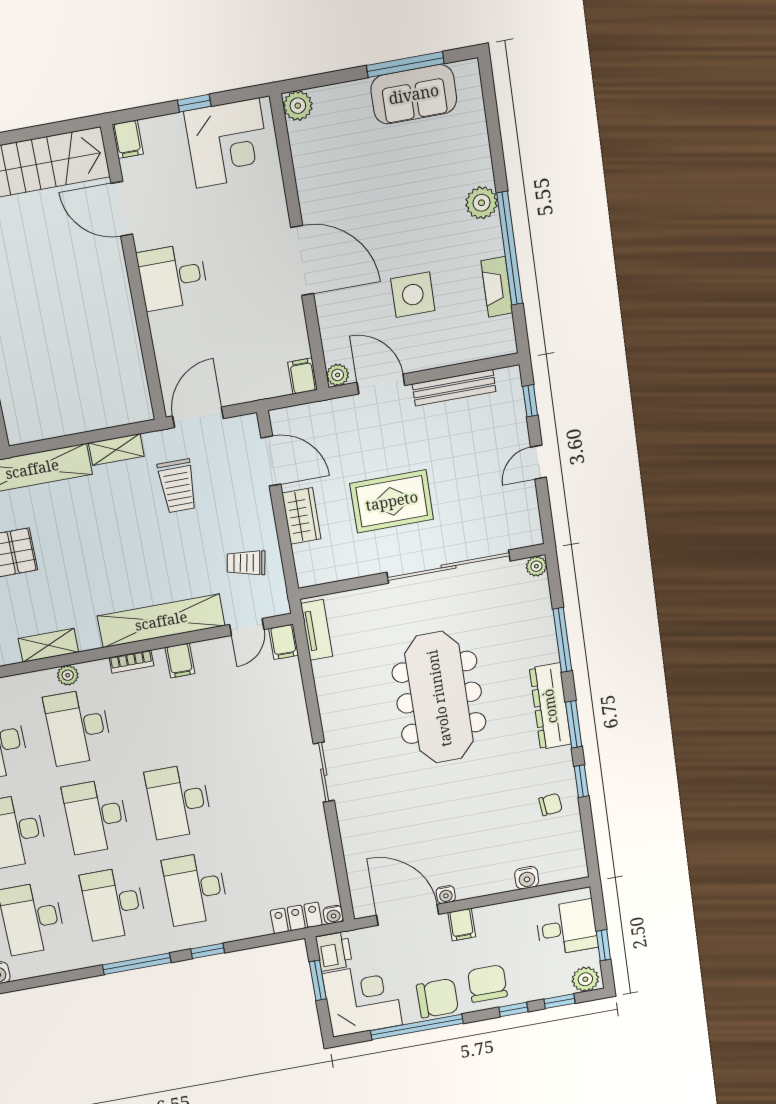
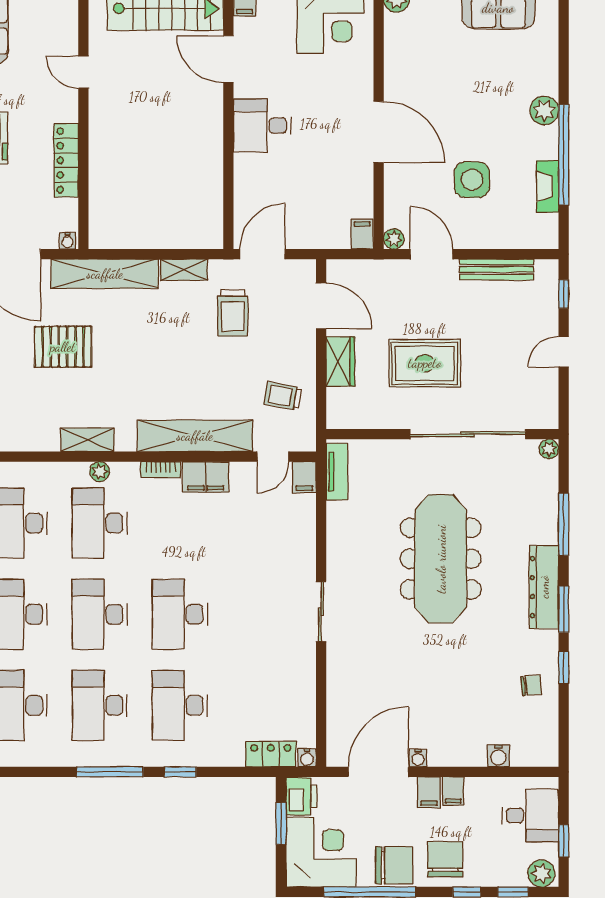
filing cabinet: (180, 660) -> (206, 477), width x2.00
door: (408, 915) -> (378, 772), hinge flipped
filing cabinet: (486, 919) -> (453, 791), added

